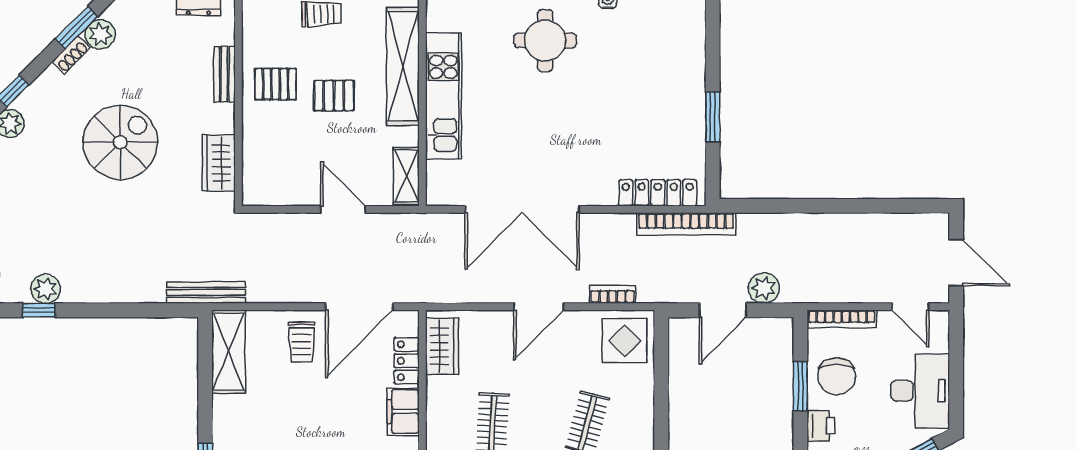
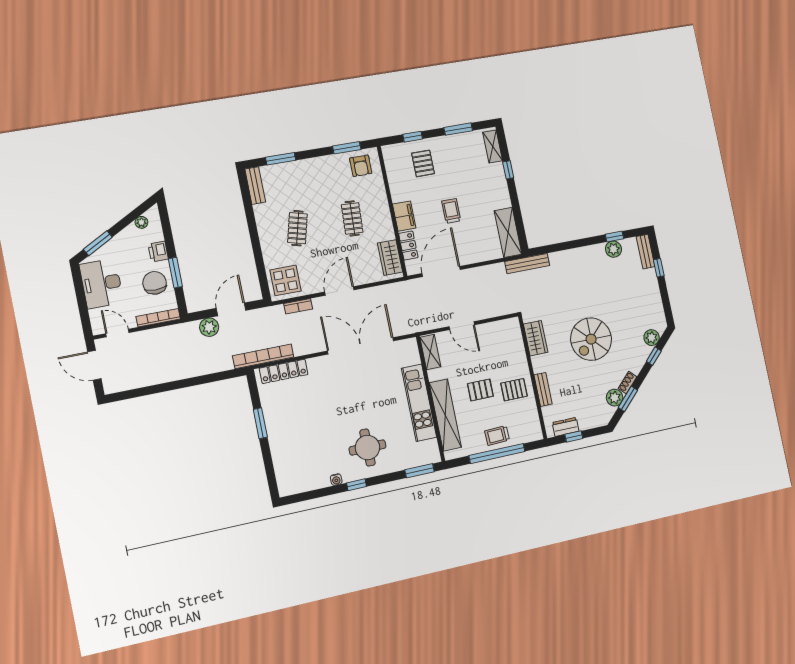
trolley: (301, 342) -> (451, 211), moved

